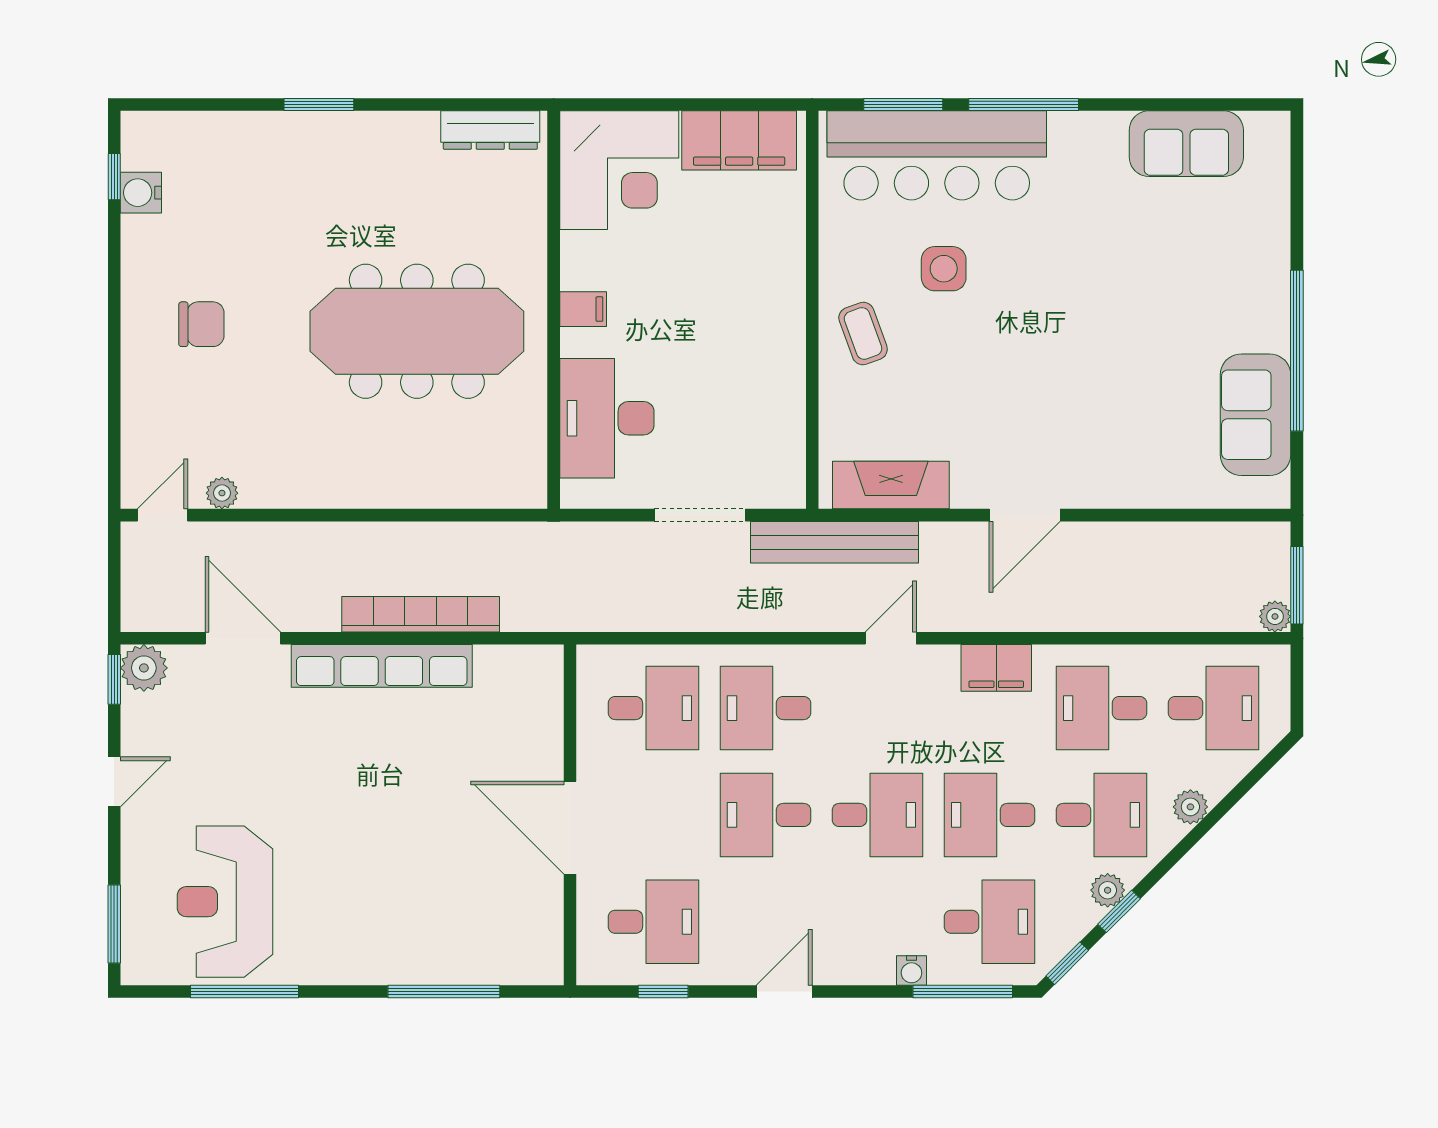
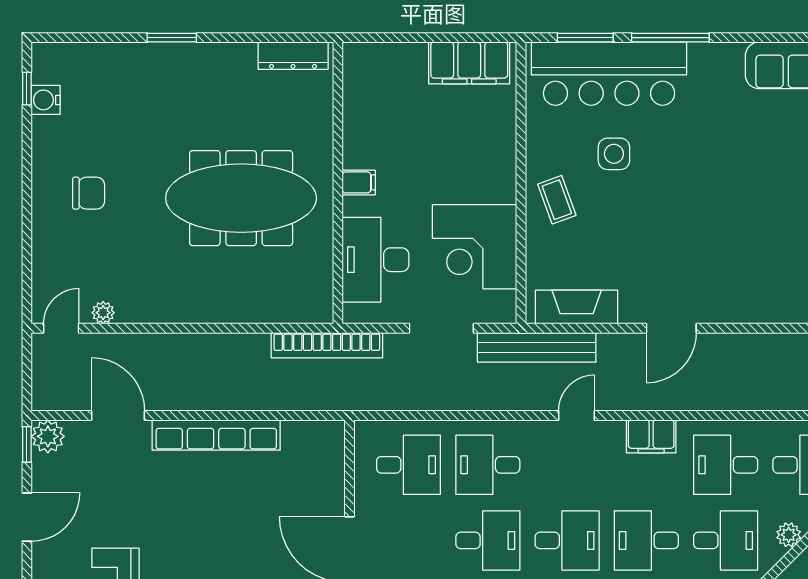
corner desk: (619, 170) -> (475, 247), moved, turned 90
bookcase: (421, 614) -> (327, 345), moved, turned 180
door: (114, 782) -> (27, 517), width x1.38
desk: (765, 815) -> (488, 540), turned 180

